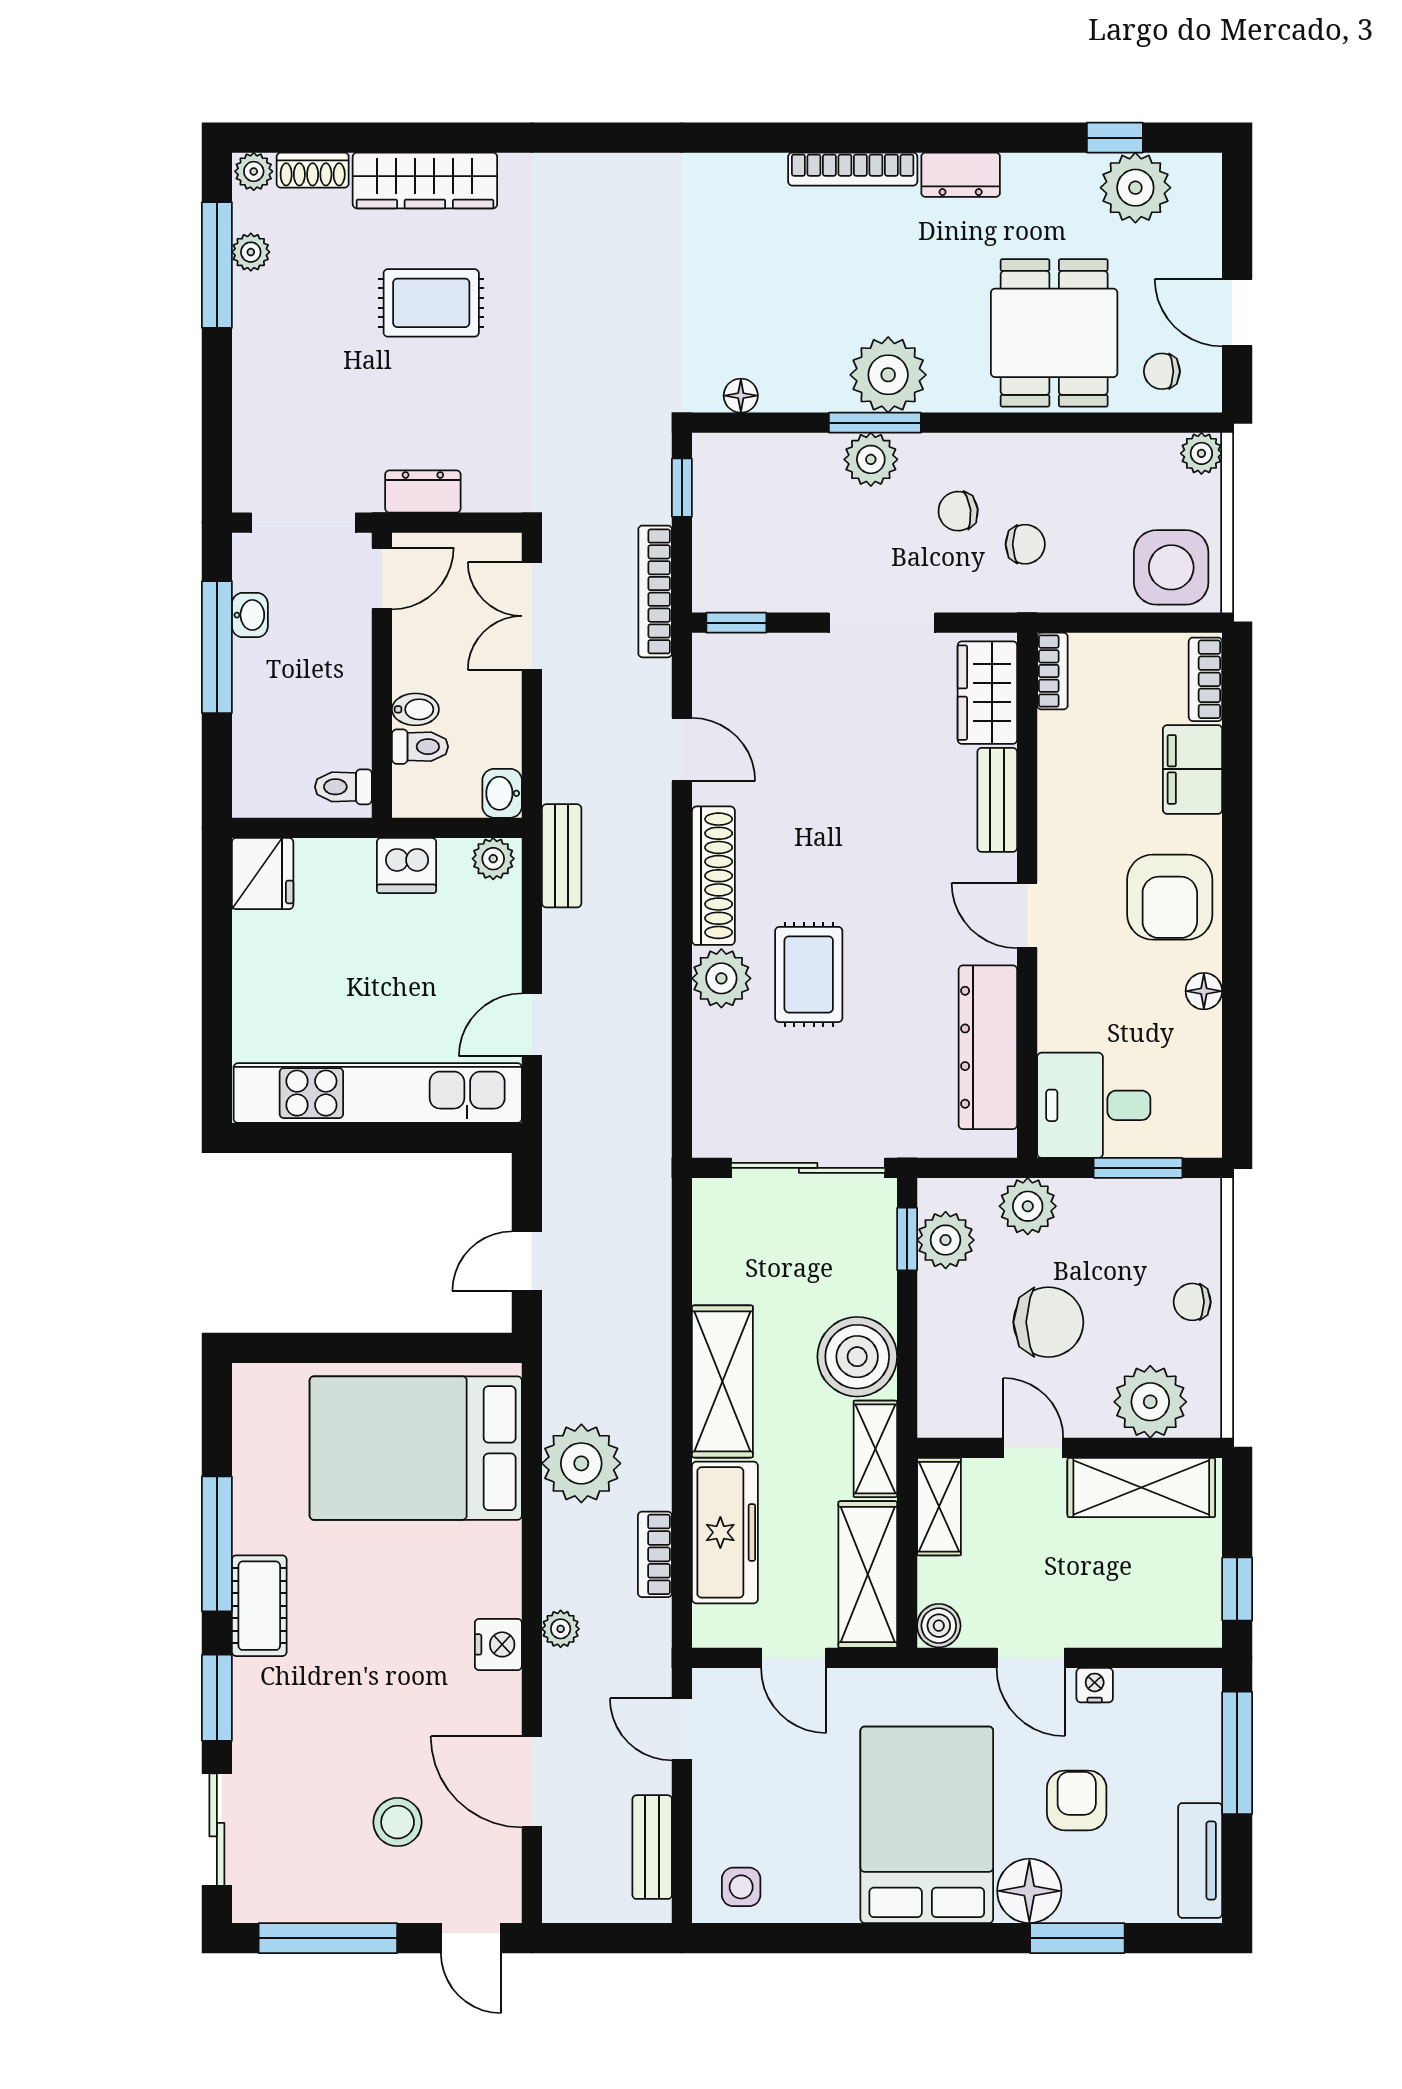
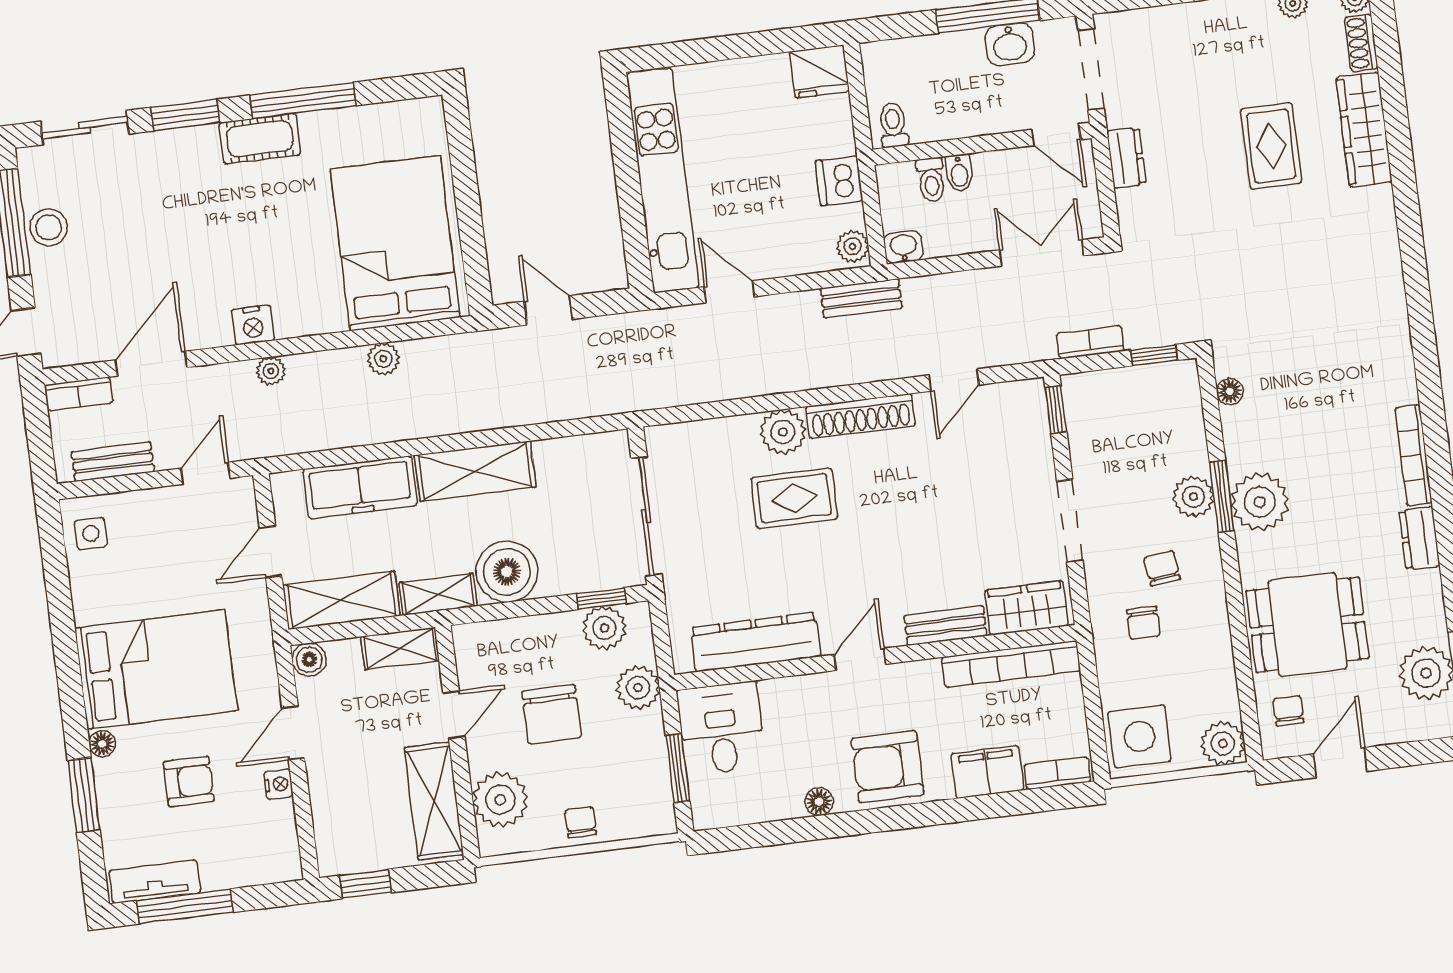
plant: (1201, 453) -> (1223, 743), width x1.38, depth x1.38
bookcase: (655, 591) -> (1090, 342), width x0.64
washbasin: (250, 615) -> (1010, 44), width x1.38, depth x1.45
bookcase: (1052, 671) -> (1011, 664), width x2.31, depth x1.31
plant: (581, 1463) -> (383, 359), width x0.53, depth x0.53
bookcase: (655, 1554) -> (79, 394), moved, turned 180
window: (1237, 1753) -> (185, 906), moved
stool: (398, 1822) -> (49, 227), moved
floor lamp: (1029, 1891) -> (102, 744), width x0.53, depth x0.53

